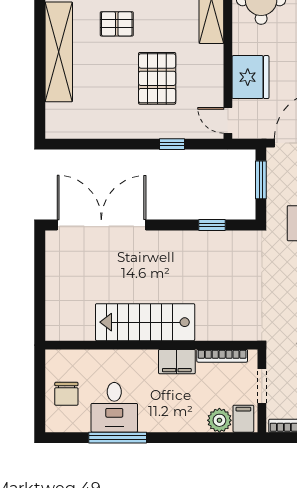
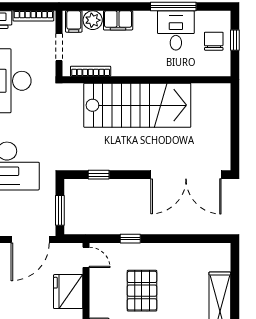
stairs: (145, 322) -> (137, 105), width x1.36, depth x1.51
filing cabinet: (177, 362) -> (118, 20), moved, turned 180
window: (40, 395) -> (235, 40), added

